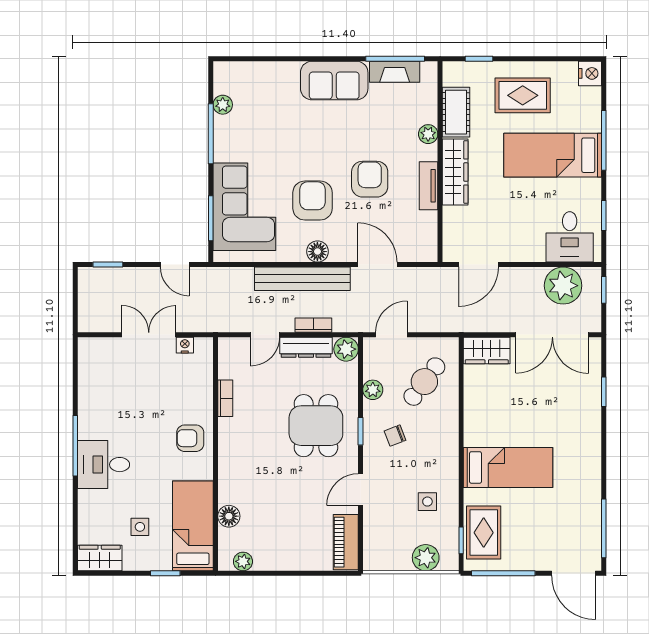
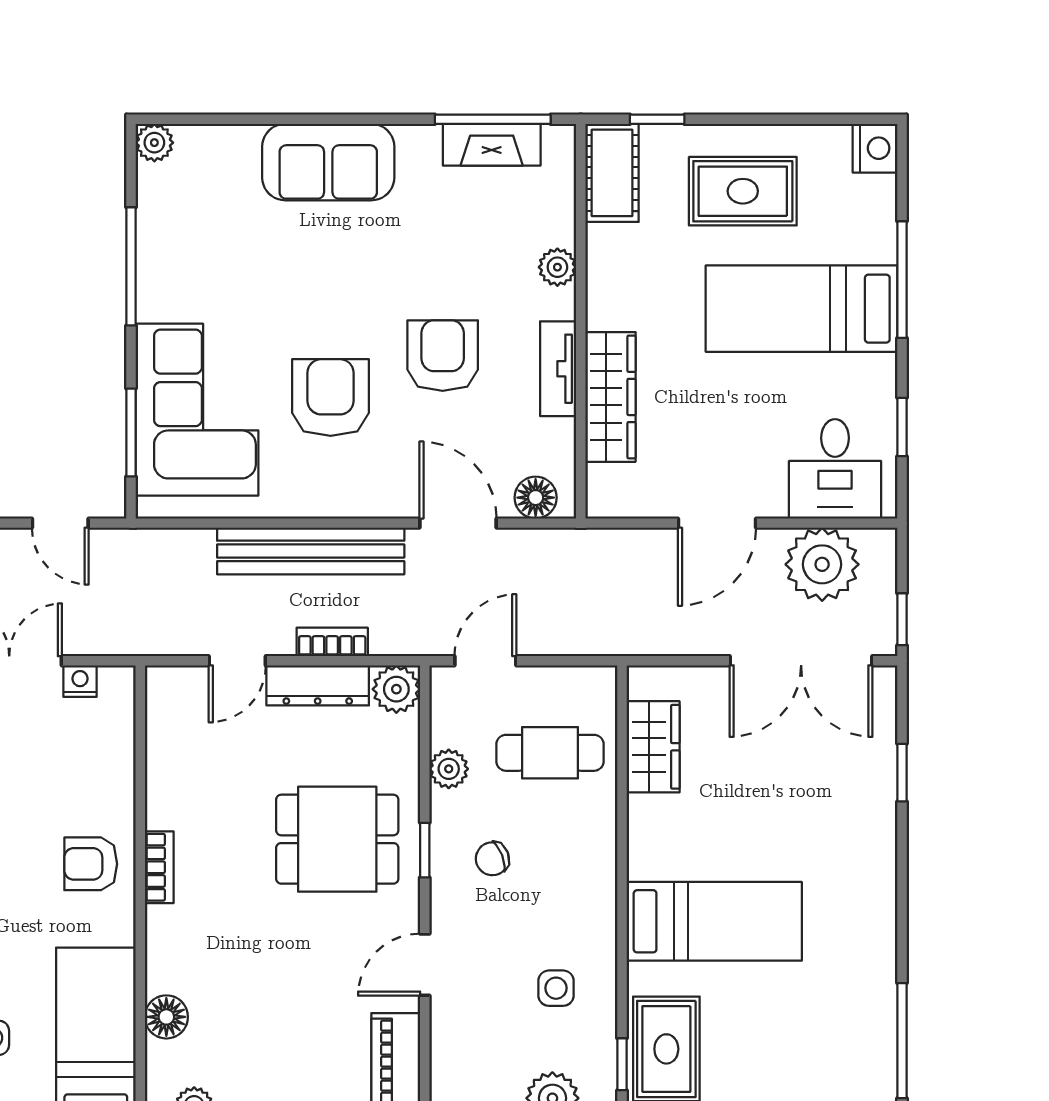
sofa: (334, 81) -> (328, 162), moved
plant: (223, 105) -> (154, 143), moved
cot: (456, 112) -> (612, 173), moved
wardrobe: (455, 172) -> (610, 397), moved
floor lamp: (317, 252) -> (536, 498), moved
door: (478, 265) -> (717, 523), moved
window: (604, 290) -> (902, 619), moved
wardrobe: (487, 351) -> (653, 747), moved, turned -90
cafe table: (424, 382) -> (550, 753), turned 53
bookcase: (225, 398) -> (159, 867), moved
dining table: (316, 426) -> (337, 839), turned 90

